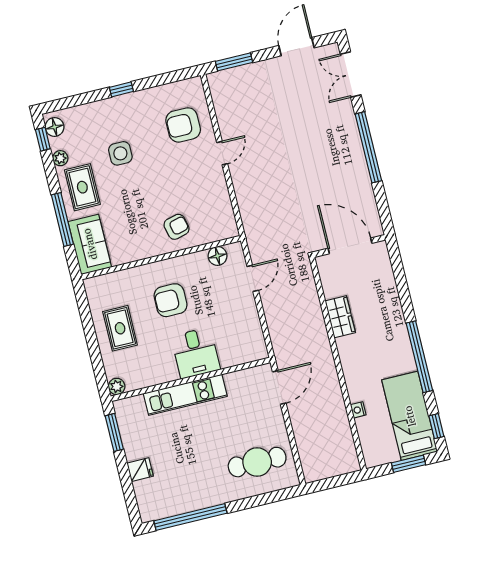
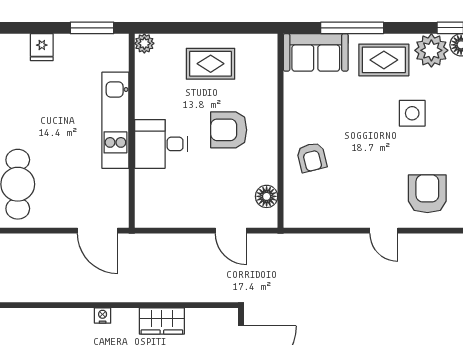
plant: (60, 158) -> (431, 50), width x1.88, depth x1.88
armchair: (171, 300) -> (229, 130), turned -90
nightstand: (358, 410) -> (103, 315), moved

